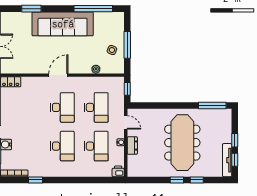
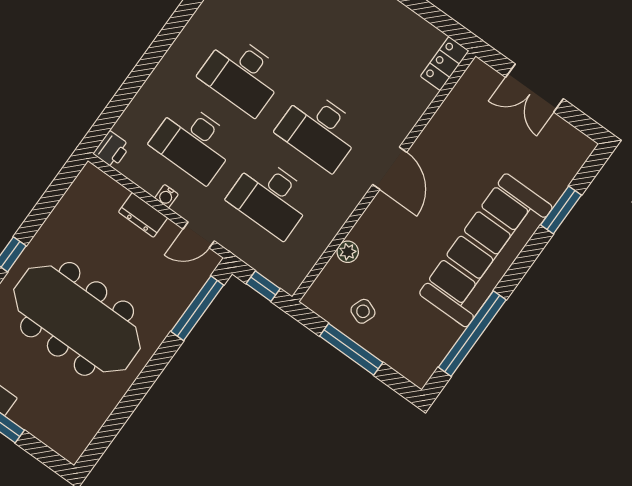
window: (212, 105) -> (197, 308), moved

